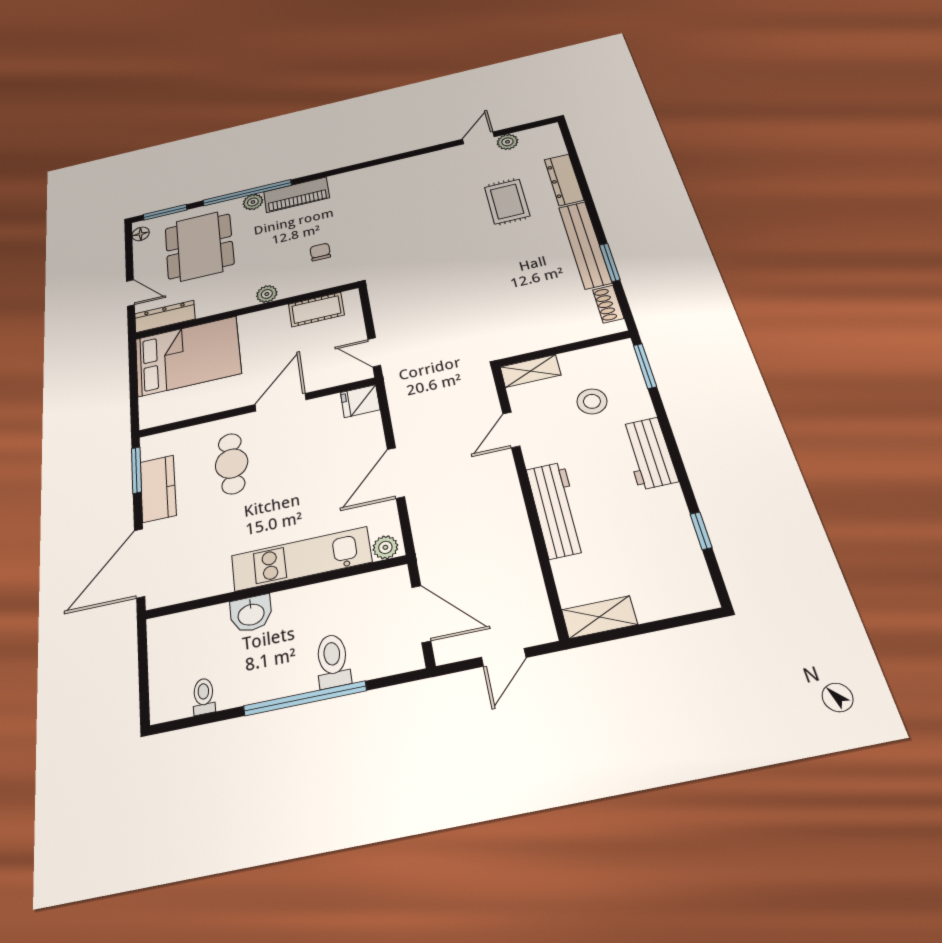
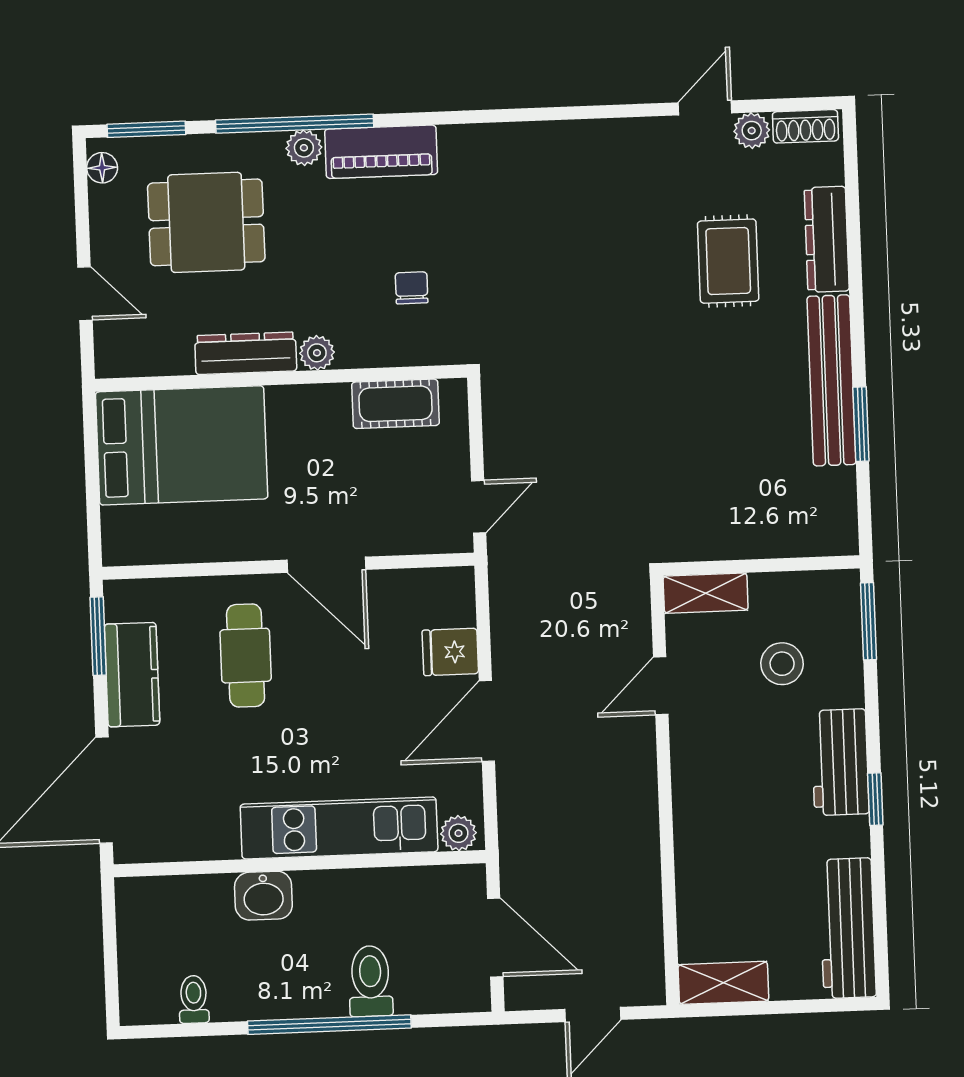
dining table: (199, 246) -> (206, 222), width x0.73
shoe rack: (608, 304) -> (805, 126), moved, turned -90
dresser: (165, 316) -> (246, 353), moved
door: (374, 352) -> (479, 507), swing flipped
fridge: (360, 401) -> (450, 652), moved
door: (281, 402) -> (326, 565), swing flipped
workbench: (556, 510) -> (848, 928), moved, turned 180
window: (701, 531) -> (875, 799), moved

